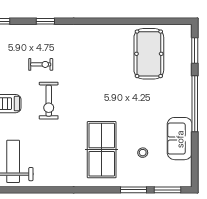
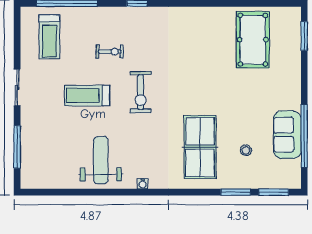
exercise bike: (41, 64) -> (110, 52), moved
window: (195, 104) -> (304, 136), moved
water cooler: (50, 182) -> (143, 184), added

